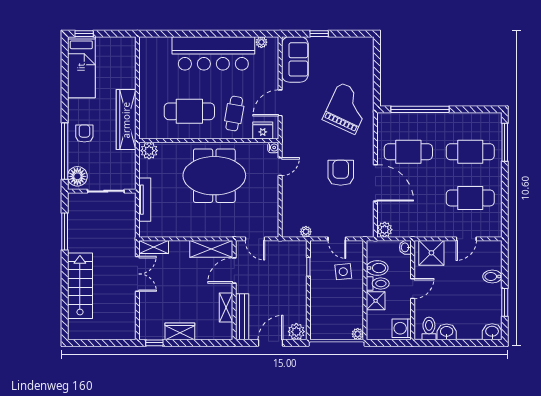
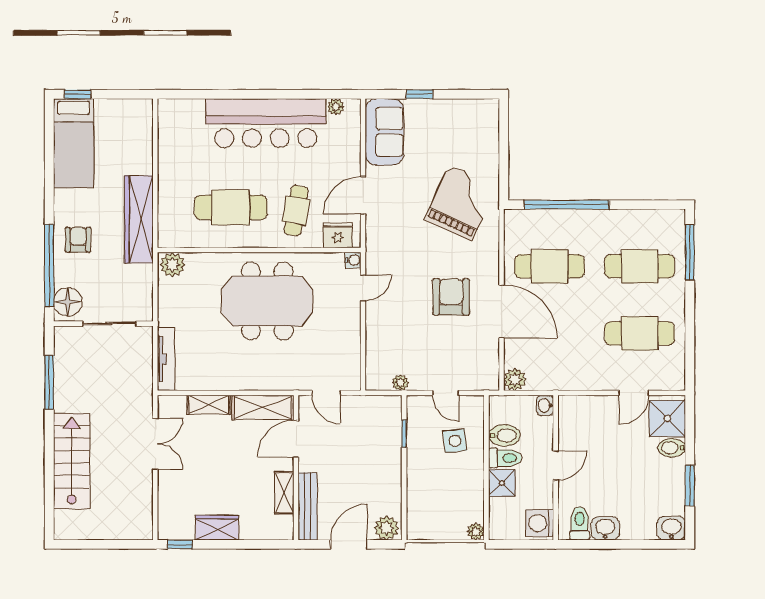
tv unit: (145, 200) -> (166, 359), moved
shelving: (154, 247) -> (209, 405), moved
shower: (431, 253) -> (667, 418), moved

